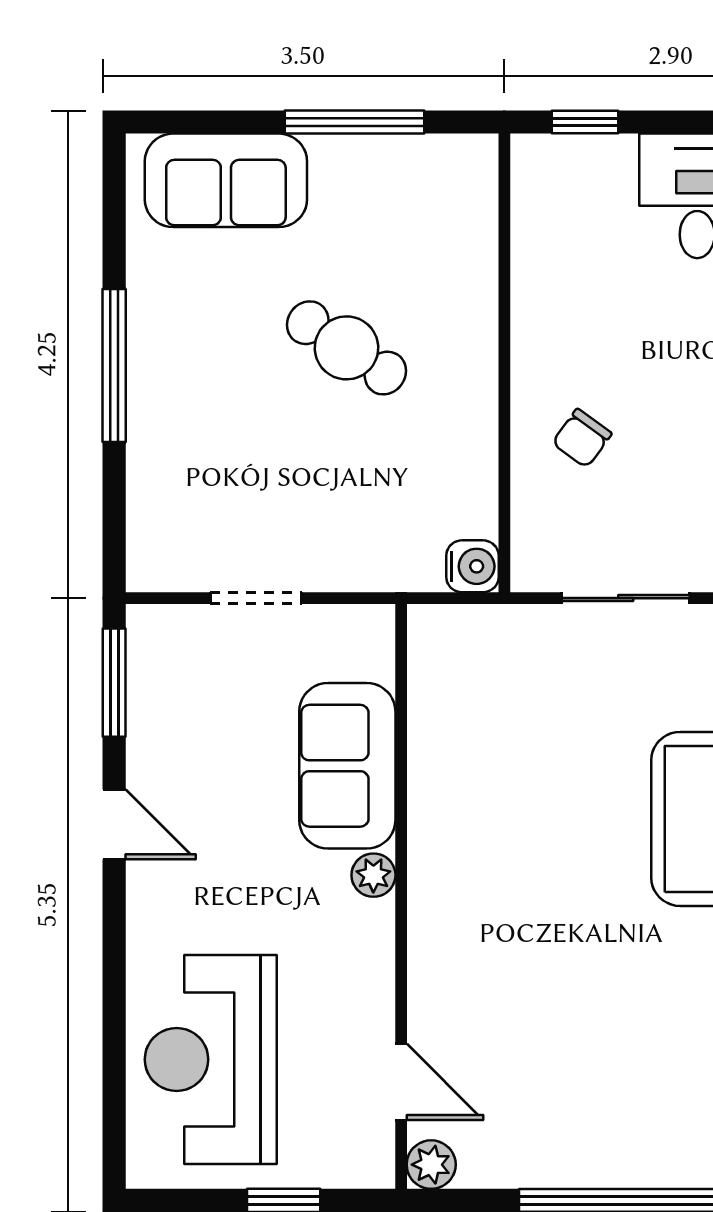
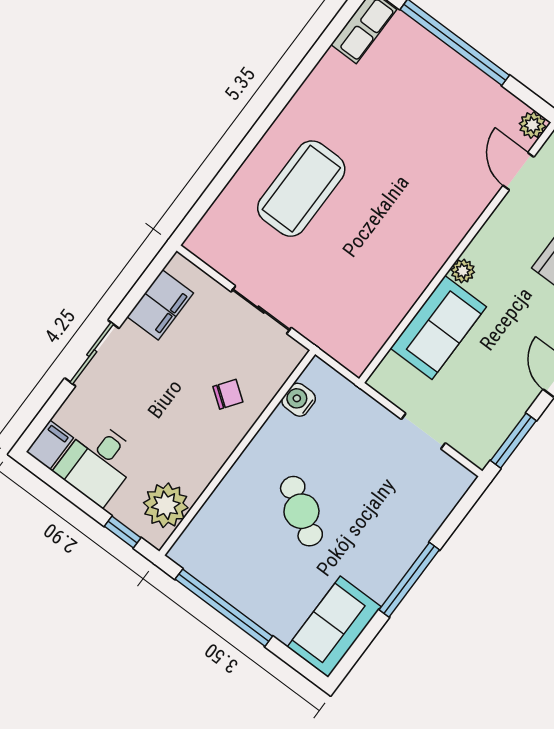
window: (354, 122) -> (224, 608), width x1.46
sofa: (226, 180) -> (334, 627), moved, turned -90
plant: (551, 208) -> (166, 505), added
water cooler: (472, 566) -> (299, 400), moved

